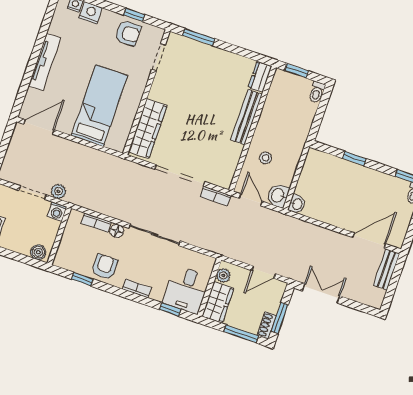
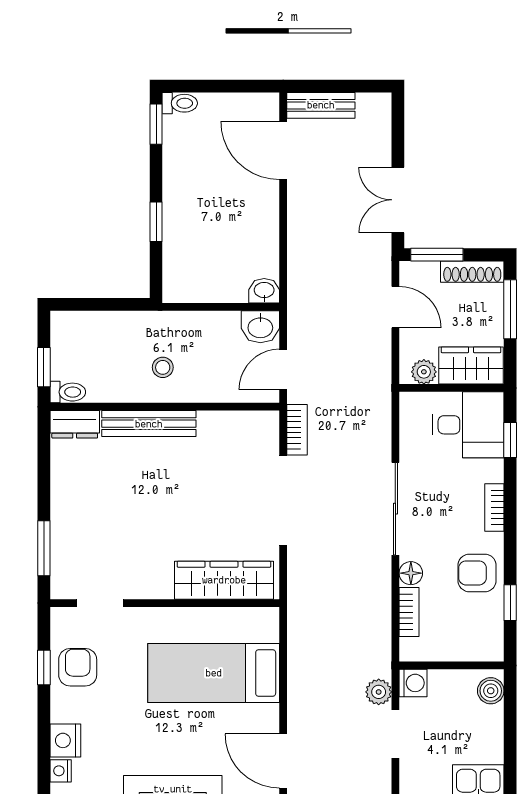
toilet: (317, 92) -> (68, 392), moved
stool: (266, 158) -> (163, 367), moved
window: (280, 318) -> (437, 255), moved
shoe rack: (267, 325) -> (472, 272), width x1.43

